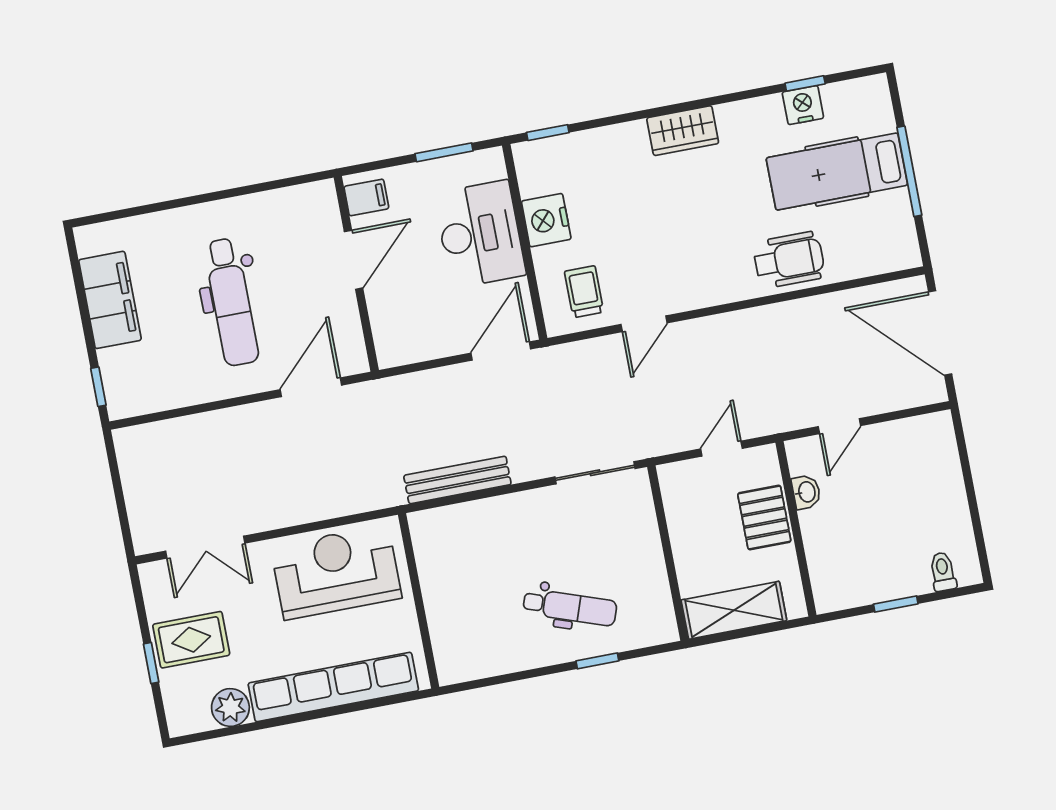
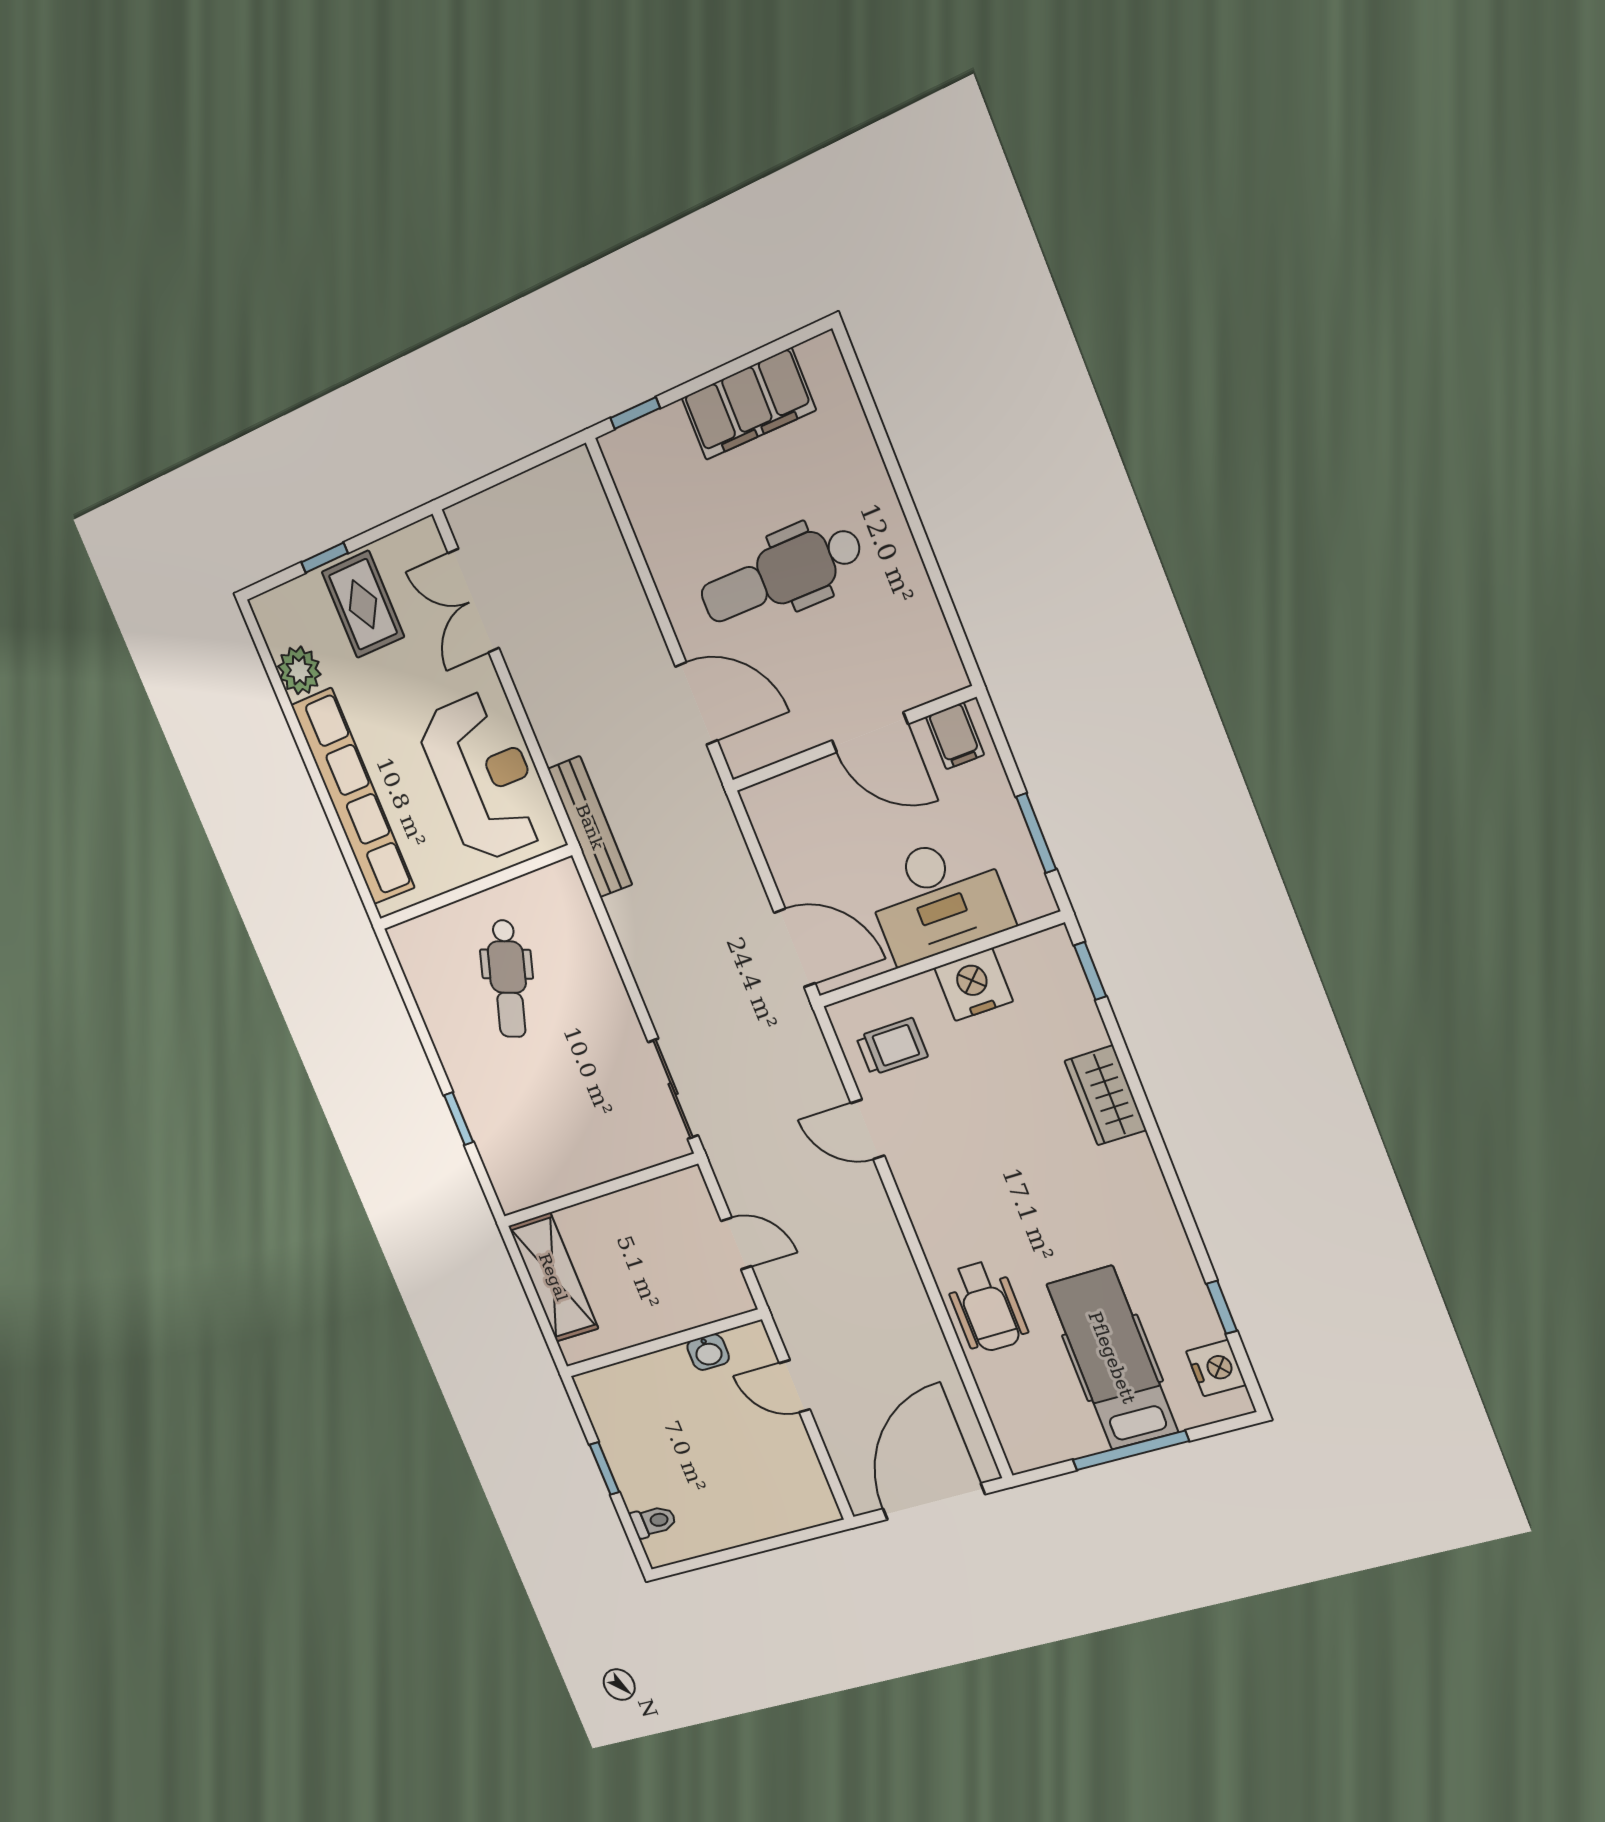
nightstand: (803, 105) -> (1216, 1368), moved
wardrobe: (683, 131) -> (1105, 1095), moved
bench: (457, 480) -> (590, 827), moved
pallet: (764, 517) -> (667, 1304), removed
dental chair: (570, 607) -> (508, 979), moved

